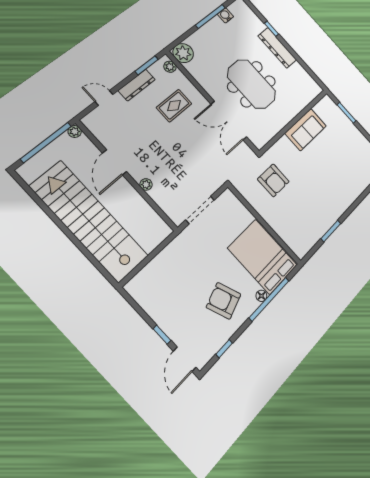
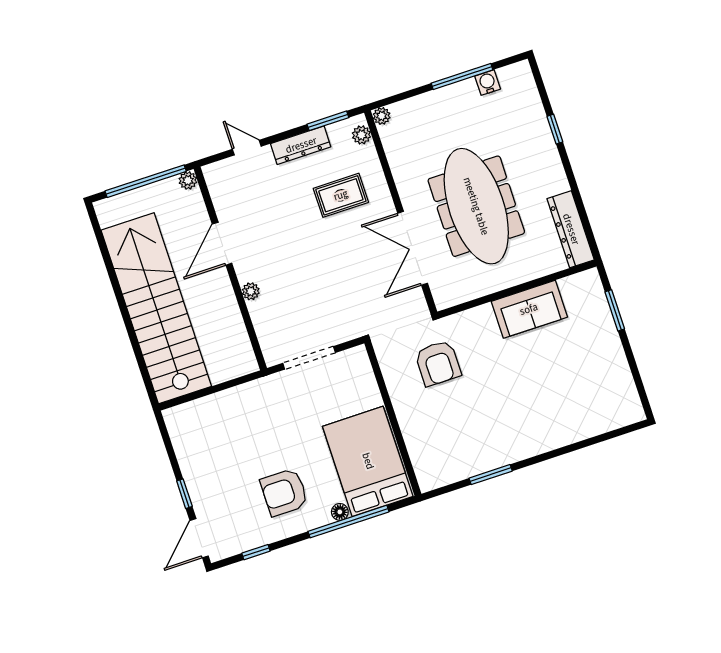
dresser: (277, 48) -> (571, 229), moved
plant: (183, 53) -> (382, 116), width x0.53, depth x0.53
meeting table: (252, 84) -> (476, 206), width x1.36
armchair: (224, 301) -> (284, 492), turned -70

